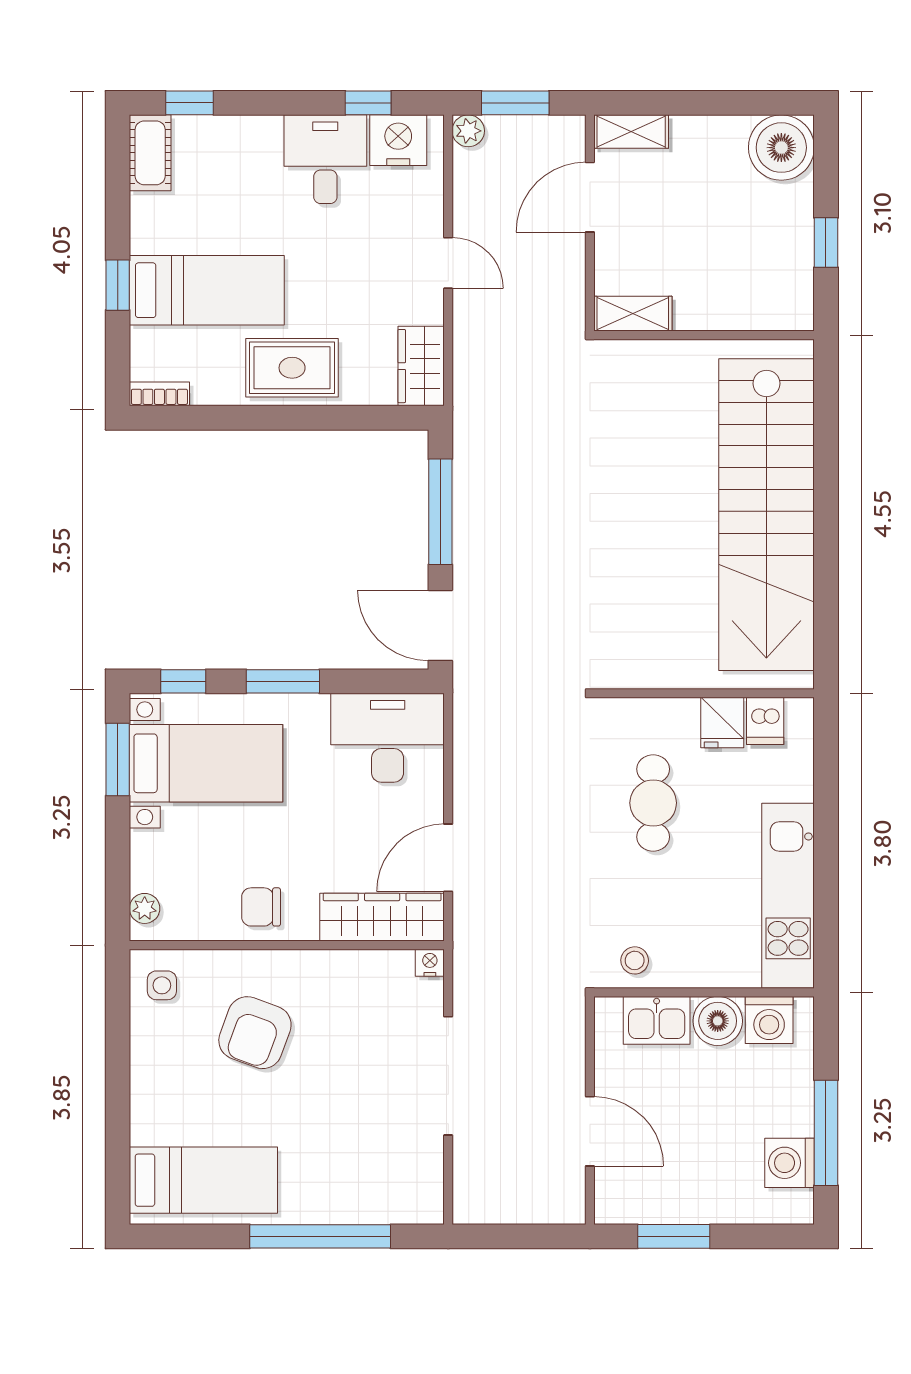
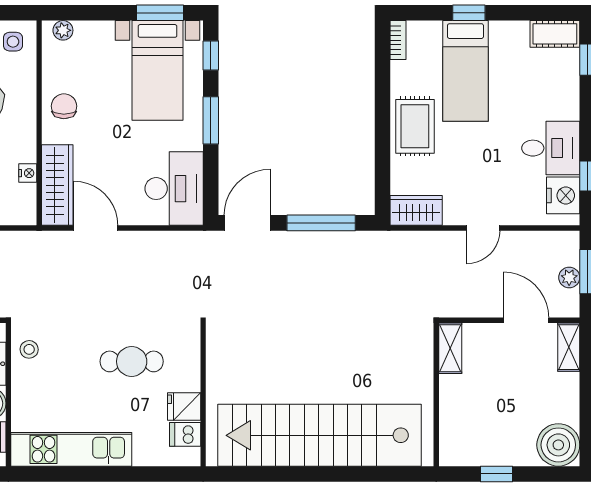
plant: (468, 131) -> (569, 277), moved
nightstand: (430, 963) -> (28, 173), moved

